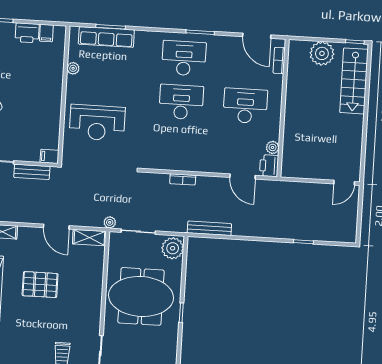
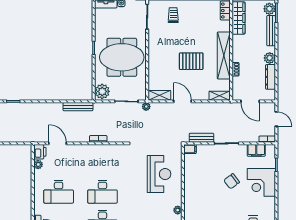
reception desk: (97, 123) -> (159, 174), turned 90

